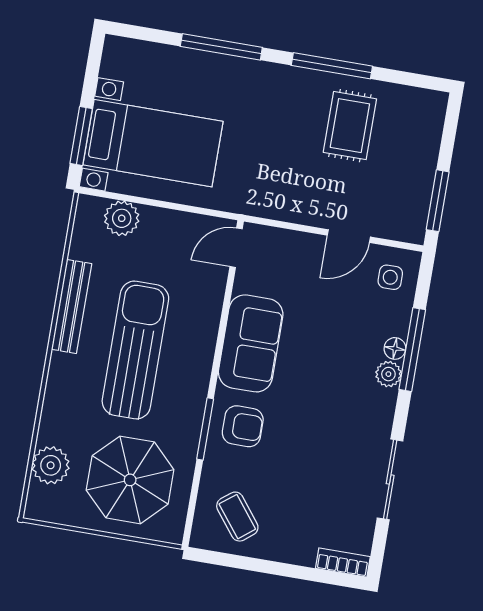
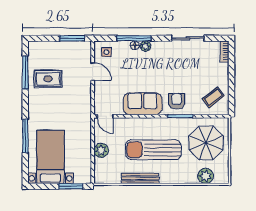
window: (332, 66) -> (25, 73), moved
bed with nightstands: (153, 143) -> (51, 157), moved
plant: (122, 218) -> (101, 150), moved

